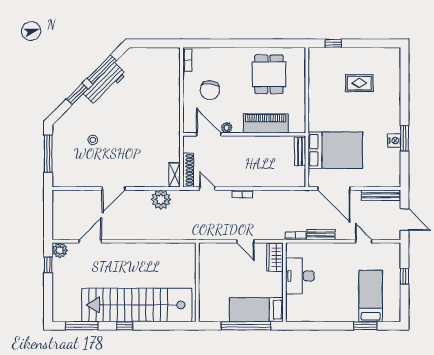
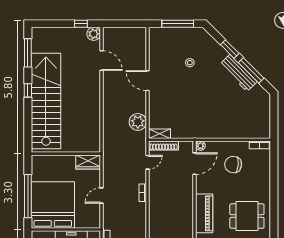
plant: (227, 128) -> (200, 146), moved
wardrobe: (275, 257) -> (88, 162), moved, turned 180
bed: (256, 310) -> (53, 205), width x2.04

